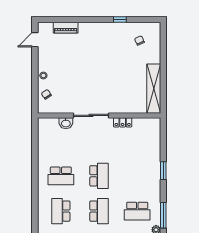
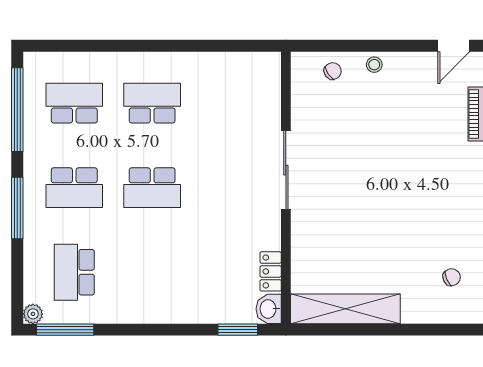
door: (35, 40) -> (454, 46), swing flipped
locker: (123, 122) -> (271, 271), moved
washbasin: (66, 123) -> (269, 309), moved
window: (163, 171) -> (238, 330), moved
school desk: (61, 176) -> (152, 103), turned 90

